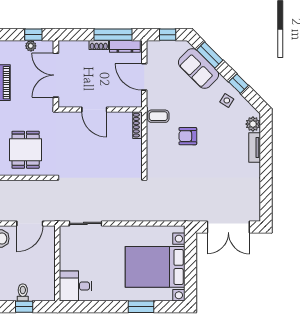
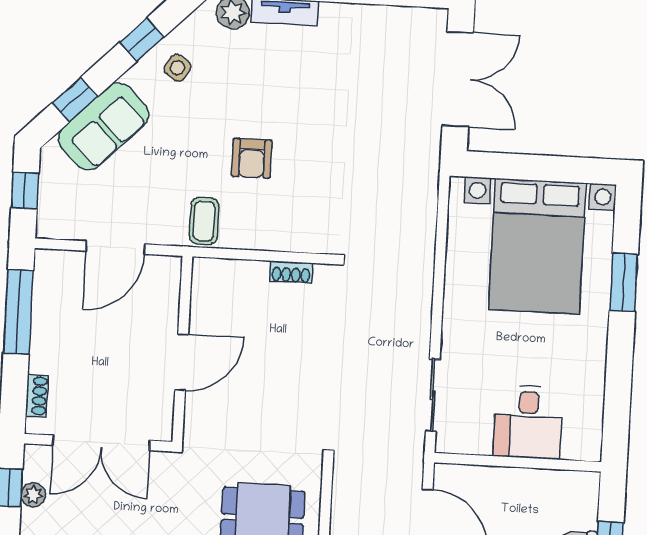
shoe rack: (99, 45) -> (37, 396), moved
dresser: (125, 46) -> (46, 287), removed
window: (210, 55) -> (75, 100), width x0.67
shoe rack: (137, 125) -> (291, 272), moved, width x0.70
desk: (76, 286) -> (528, 422), moved

